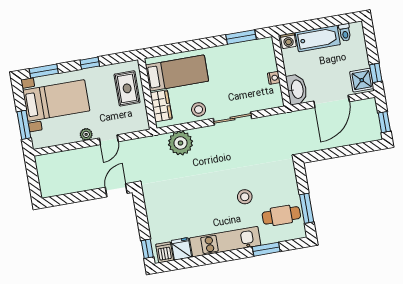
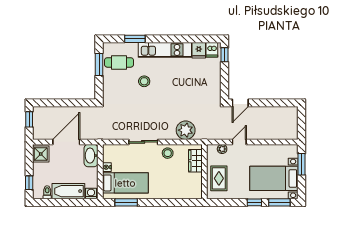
window: (90, 63) -> (254, 202), moved
bed: (177, 73) -> (125, 183), moved, turned 180
window: (376, 73) -> (29, 183), moved
plant: (86, 134) -> (222, 149), moved

